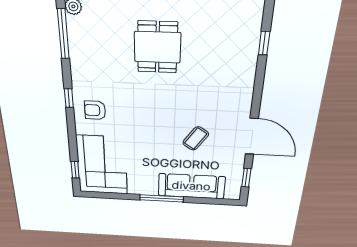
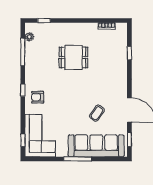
dining table: (157, 47) -> (74, 57), turned 90
sofa: (191, 186) -> (96, 146), width x1.36, depth x1.27

